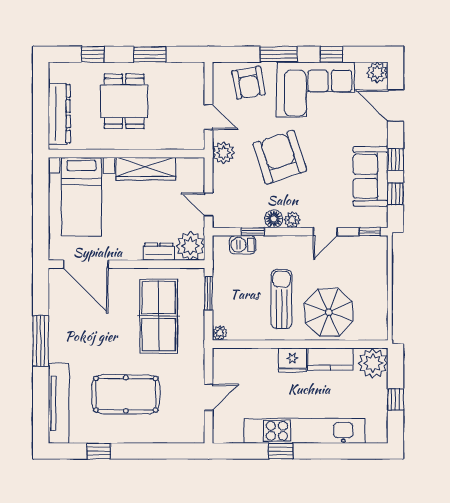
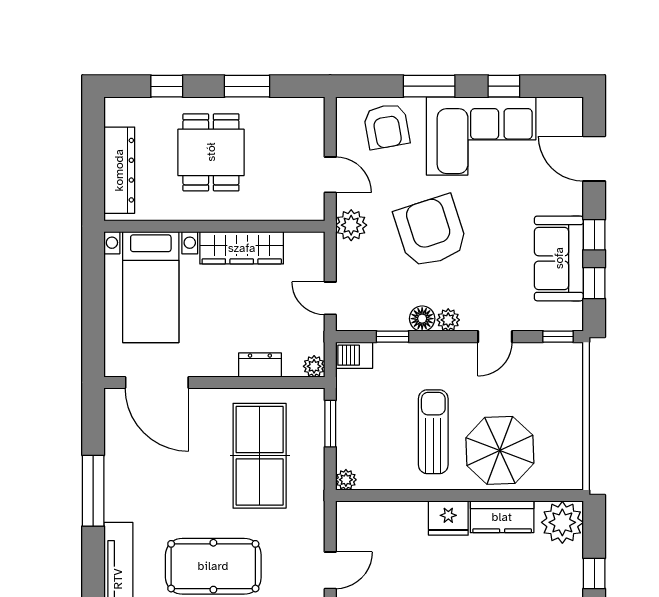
plant: (377, 72) -> (568, 112), removed
barbecue: (243, 245) -> (354, 355), moved
plant: (190, 246) -> (314, 366), width x0.53, depth x0.53

